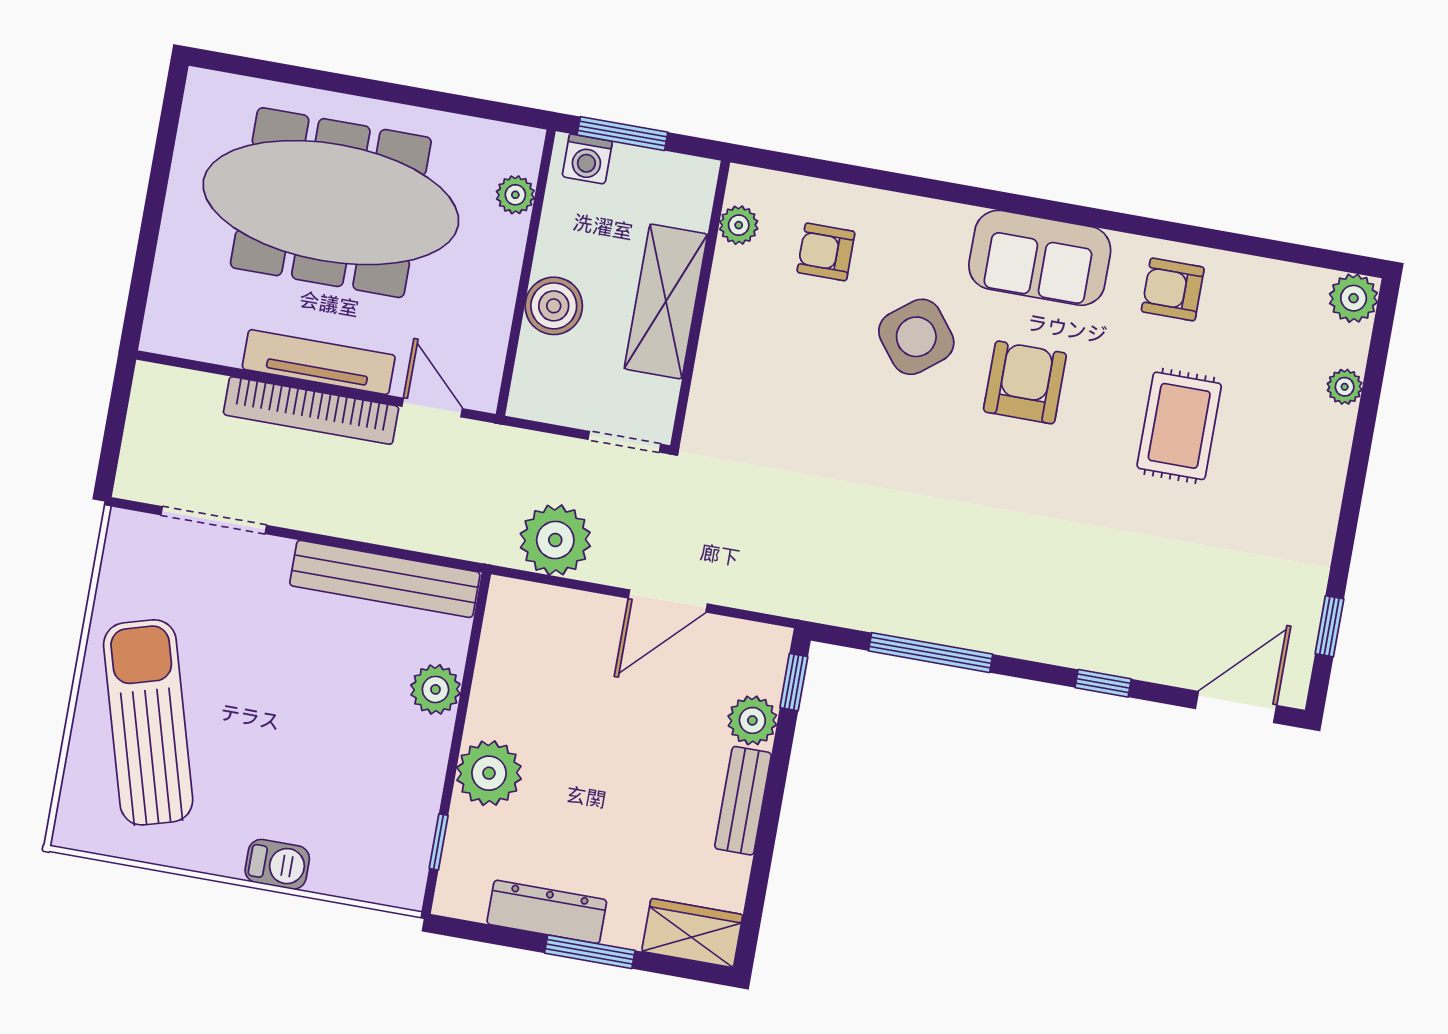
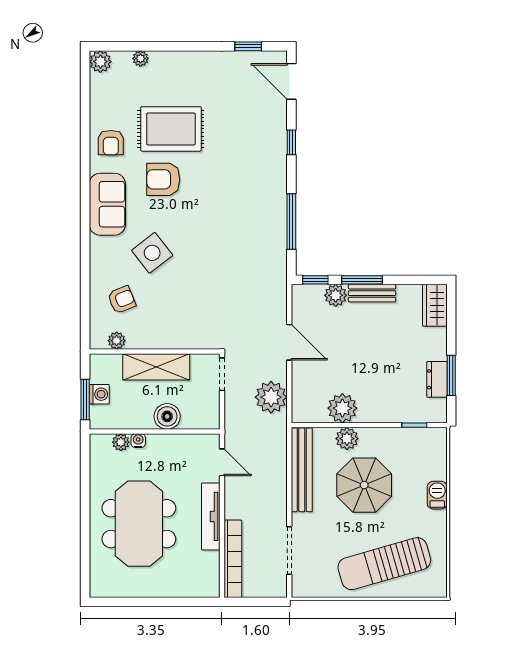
washing machine: (587, 159) -> (99, 394), moved
meeting table: (331, 203) -> (139, 524), width x0.73
water cooler: (512, 233) -> (138, 441), added
armchair: (826, 252) -> (122, 300), turned -112
armchair: (1025, 382) -> (163, 179), moved
door: (432, 407) -> (222, 462), swing flipped
bookcase: (311, 411) -> (233, 559), moved
rug: (1179, 426) -> (171, 129), width x1.36, depth x1.43
parasol: (327, 709) -> (364, 485), added
plant: (489, 773) -> (342, 408), moved
window: (776, 784) -> (362, 280), added
dresser: (547, 912) -> (437, 379), width x0.70
window: (590, 952) -> (451, 375), moved

